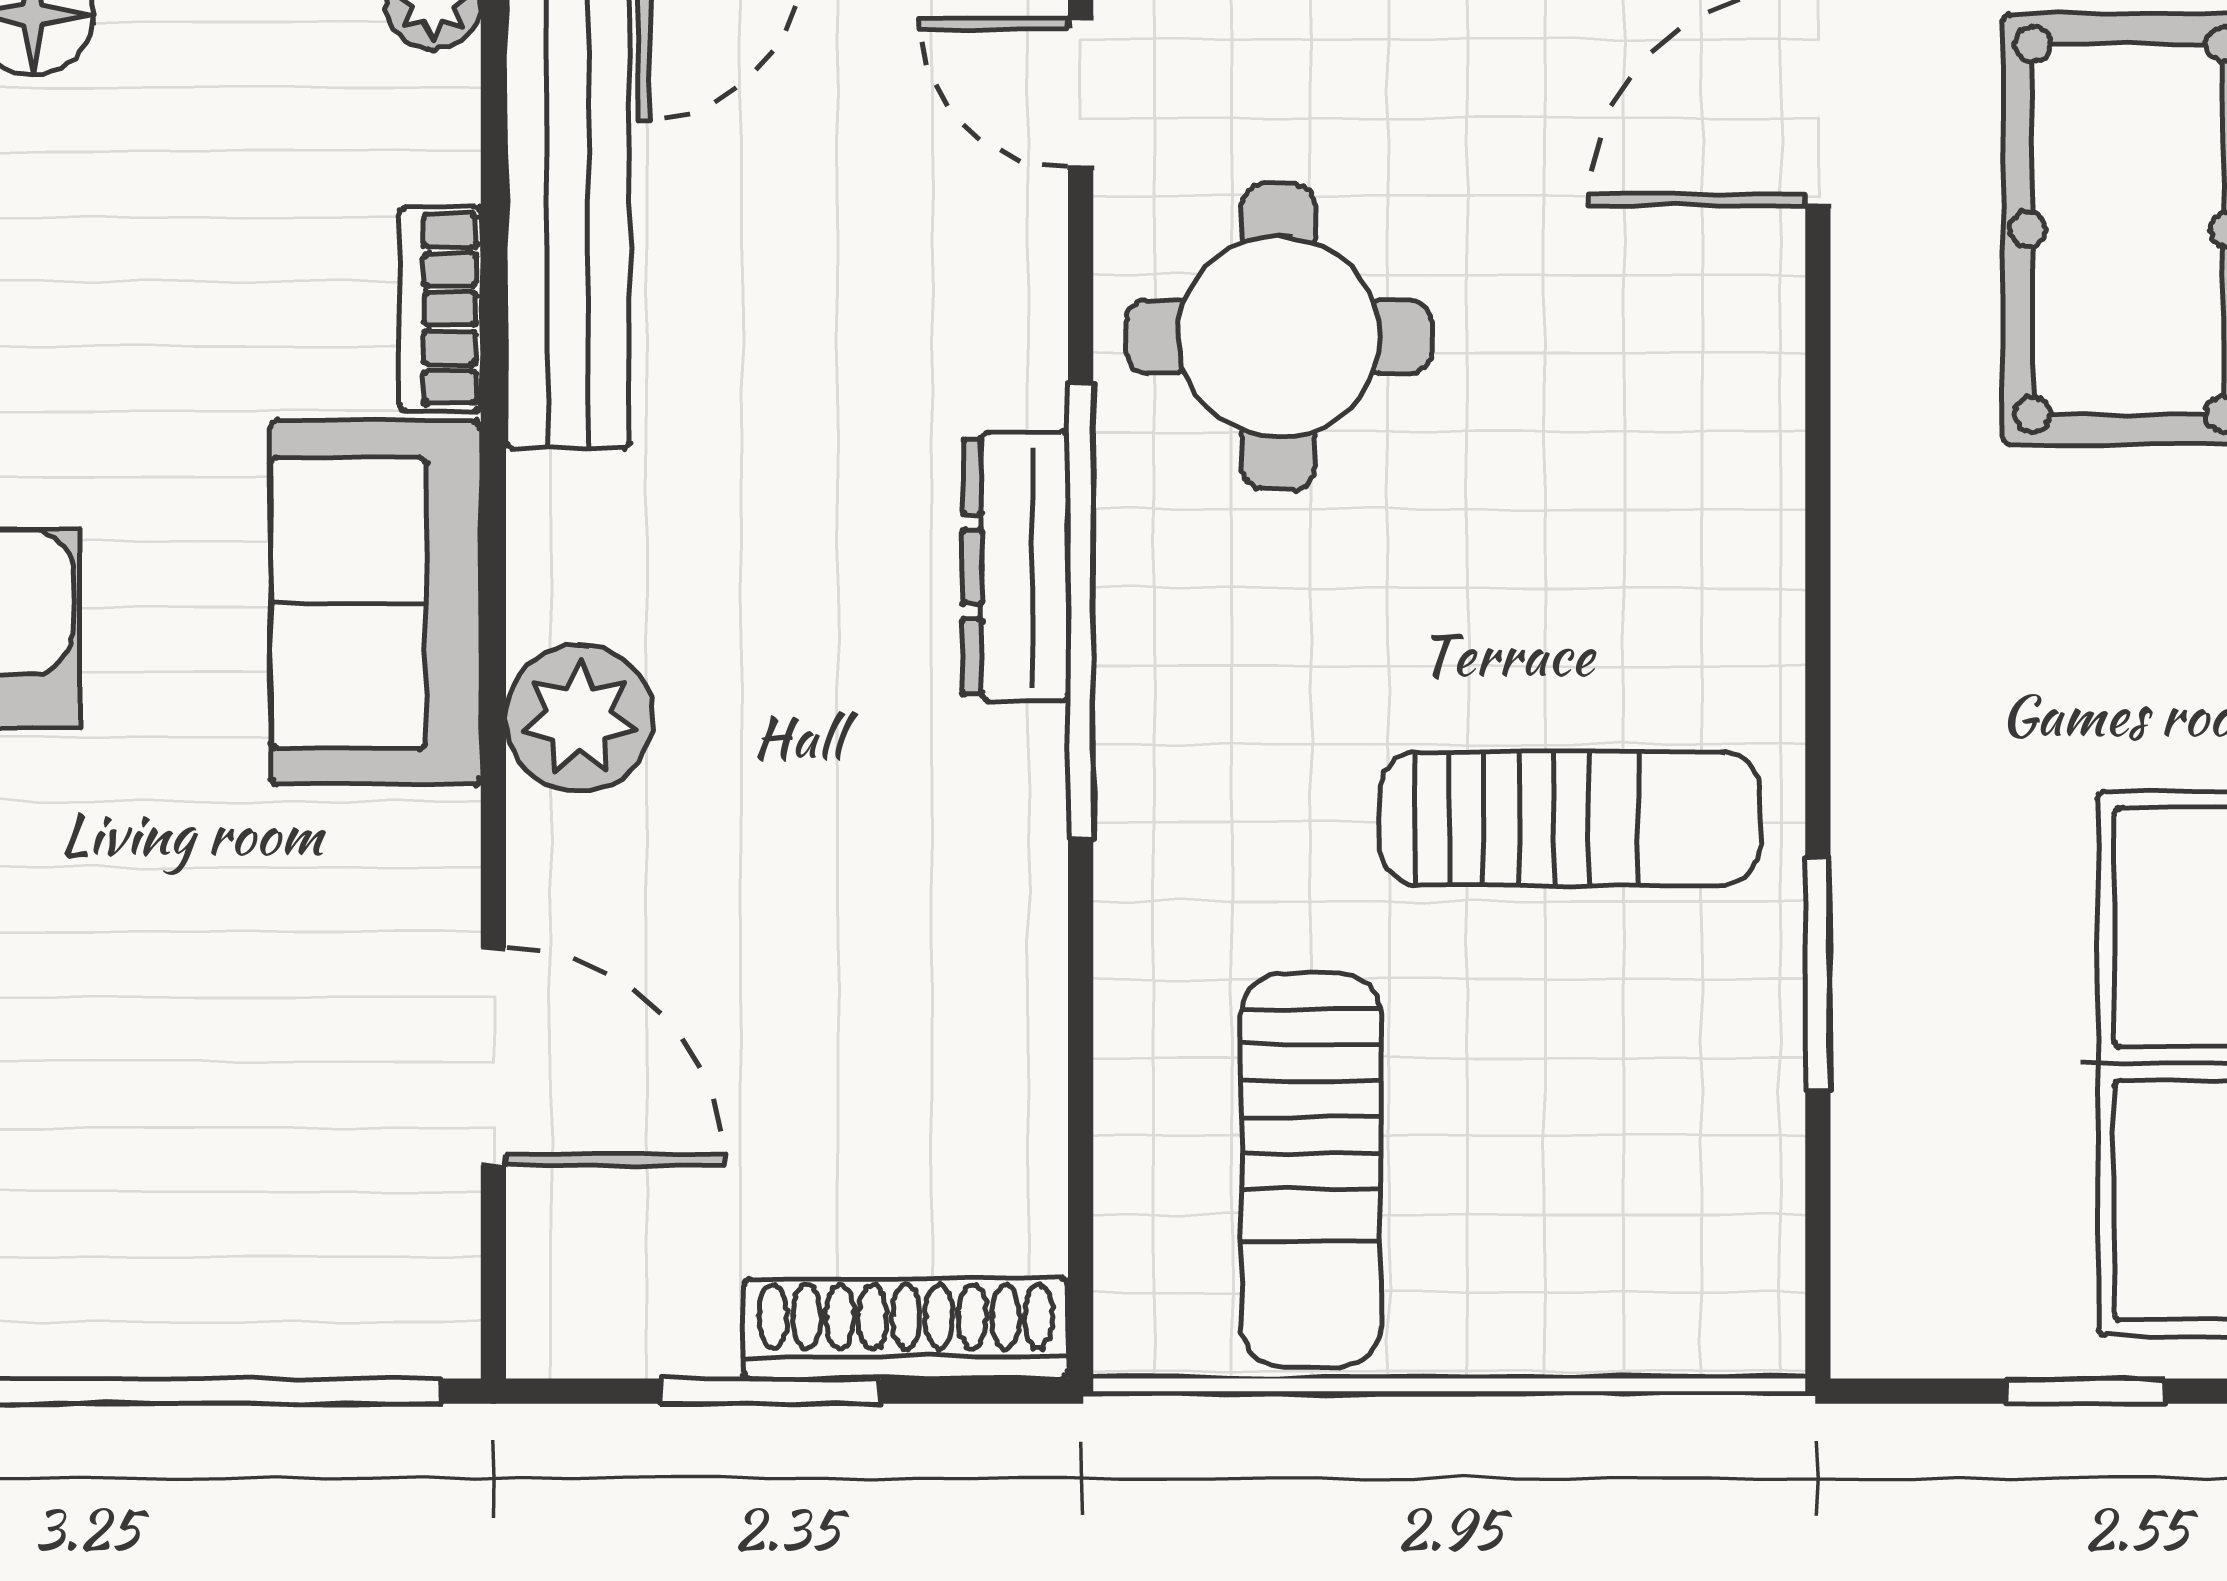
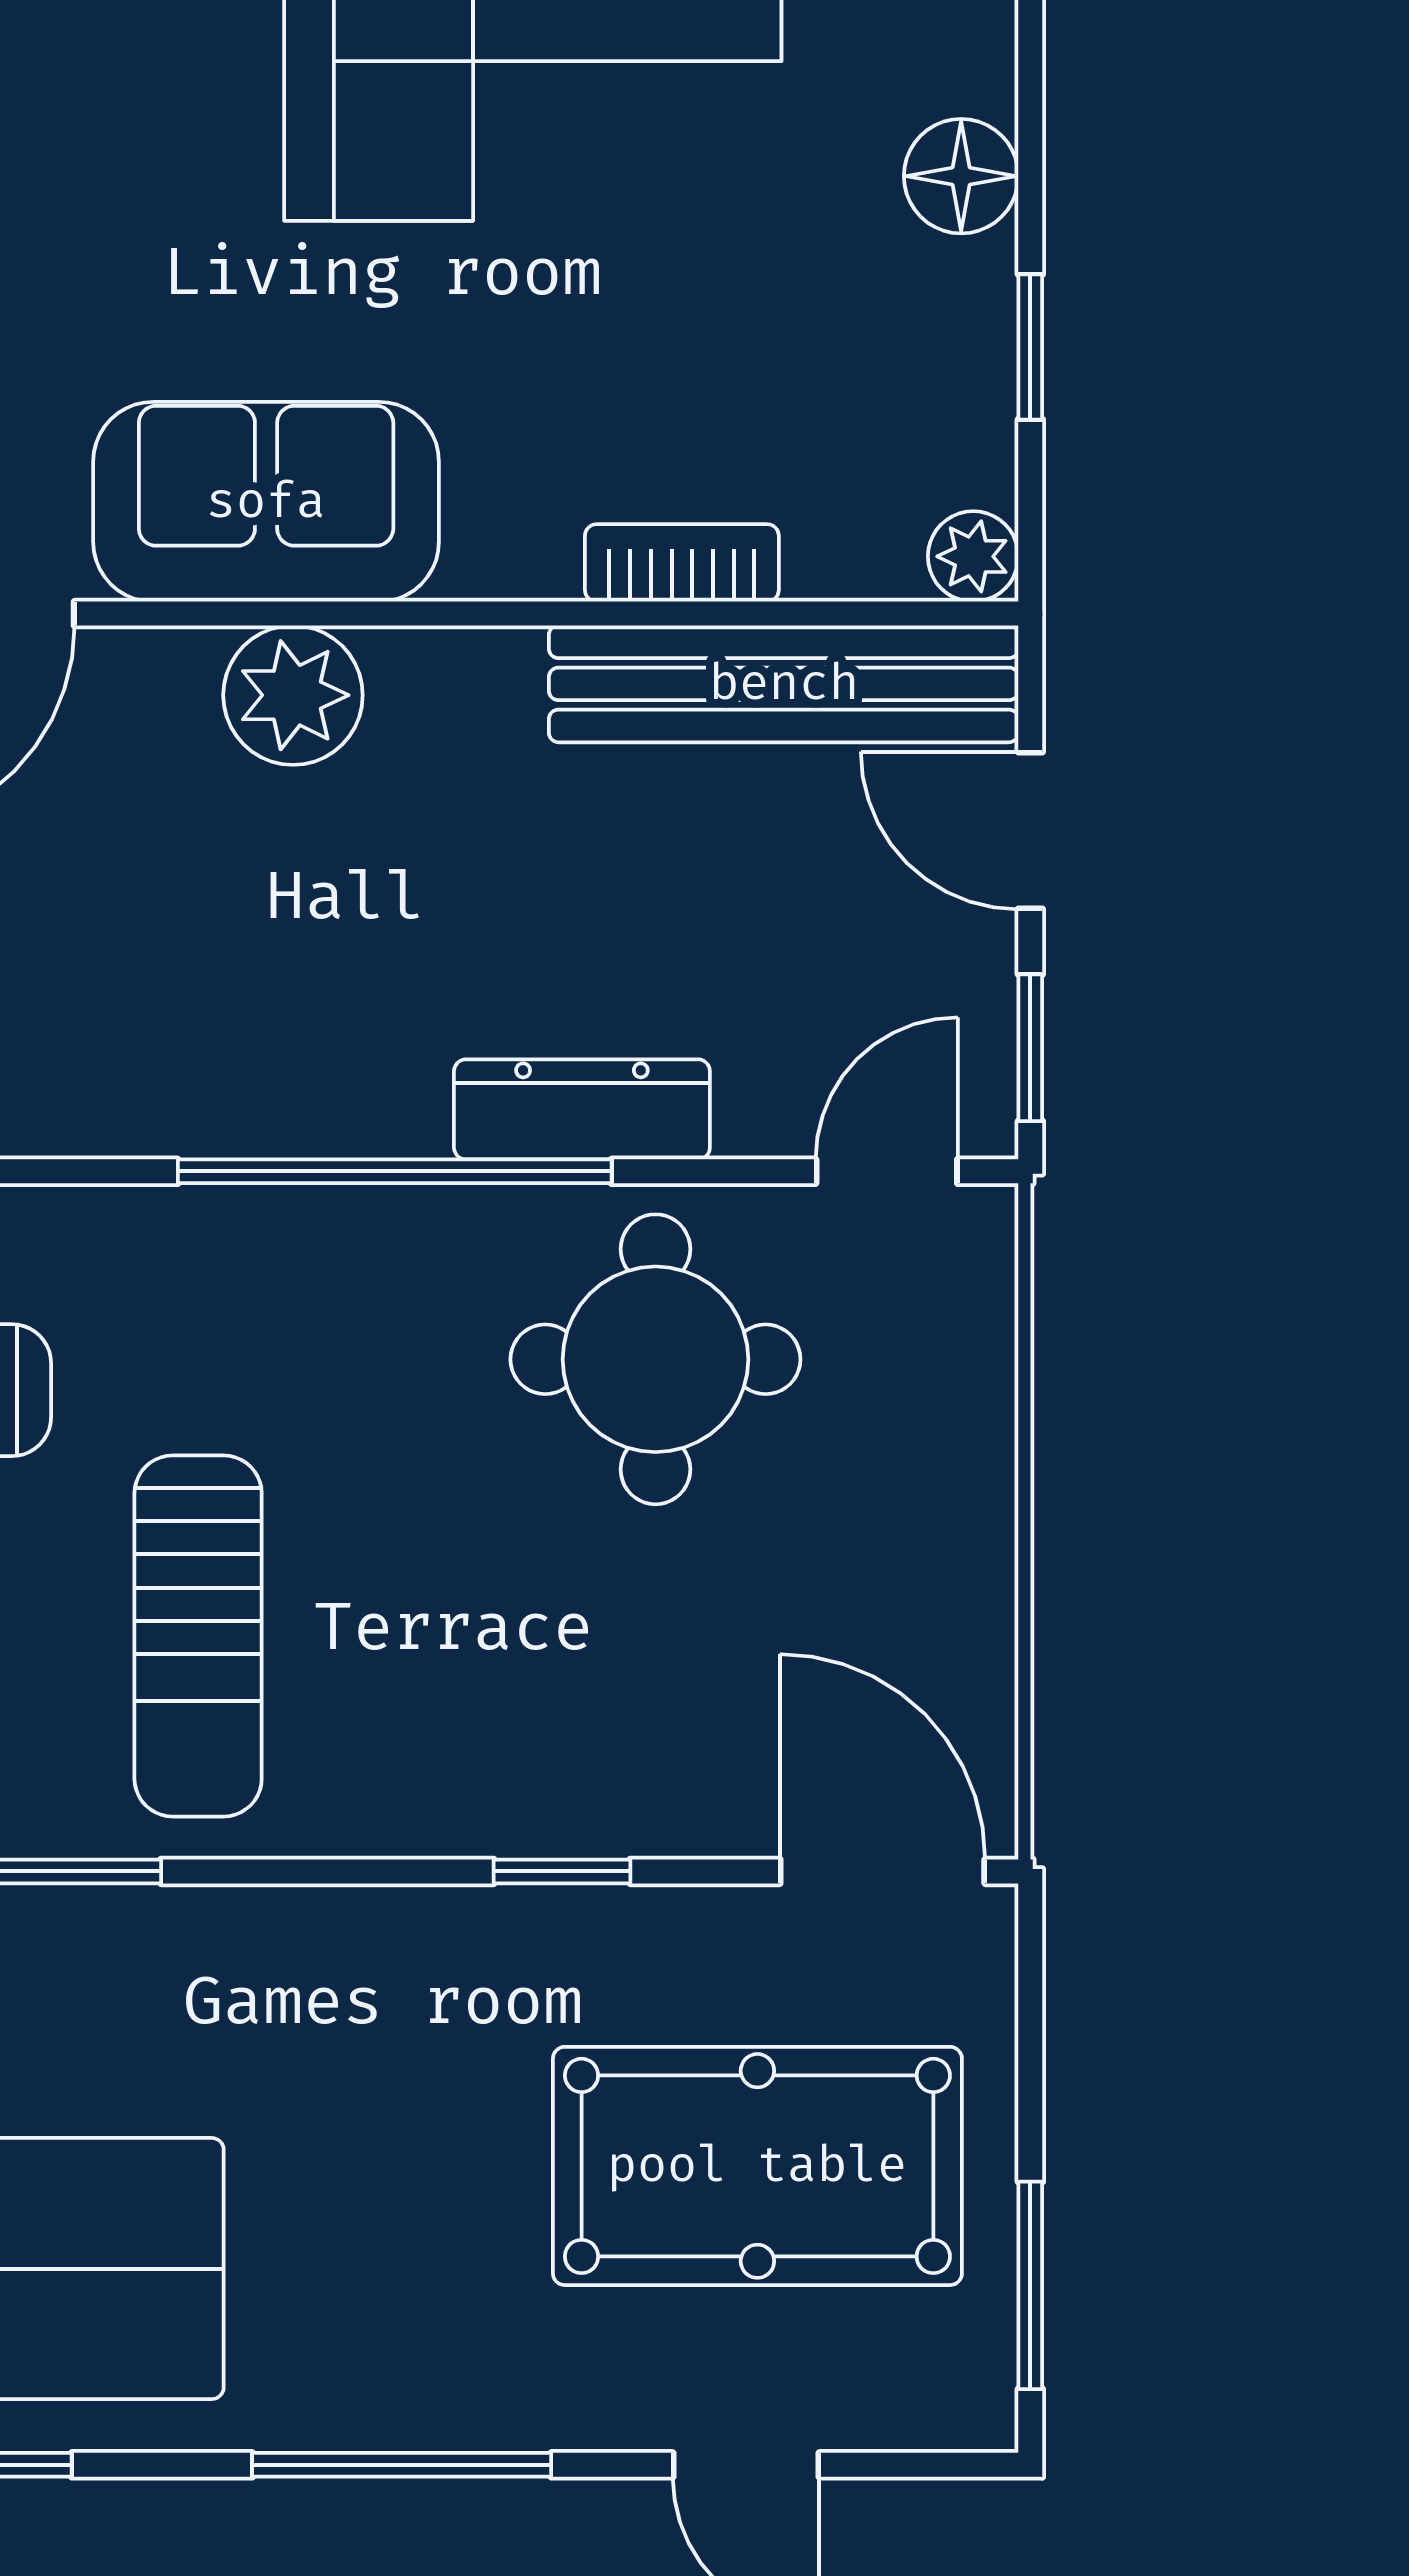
window: (1818, 435) -> (562, 1871), added
dresser: (1015, 567) -> (582, 1109), moved
sofa: (376, 603) -> (266, 502), moved

